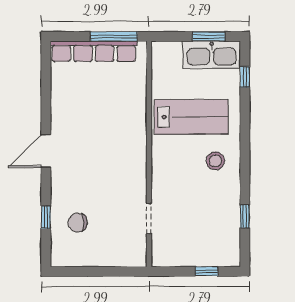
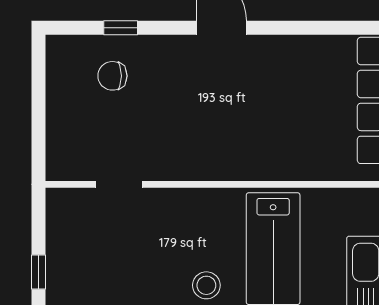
chair: (78, 223) -> (112, 76), turned -90

